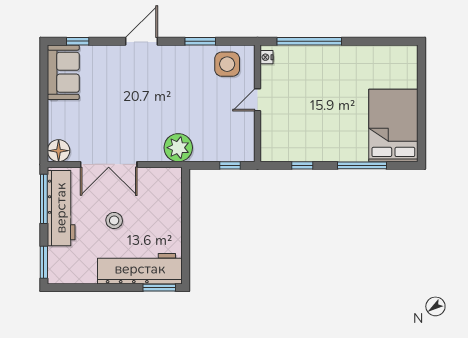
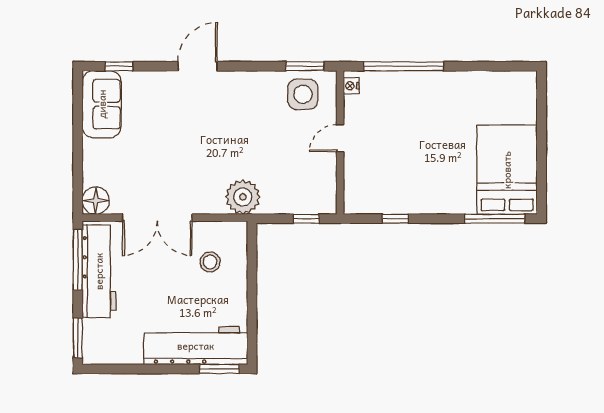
window: (200, 41) -> (305, 66), moved
window: (362, 165) -> (495, 219), moved
stool: (114, 220) -> (210, 262), moved

